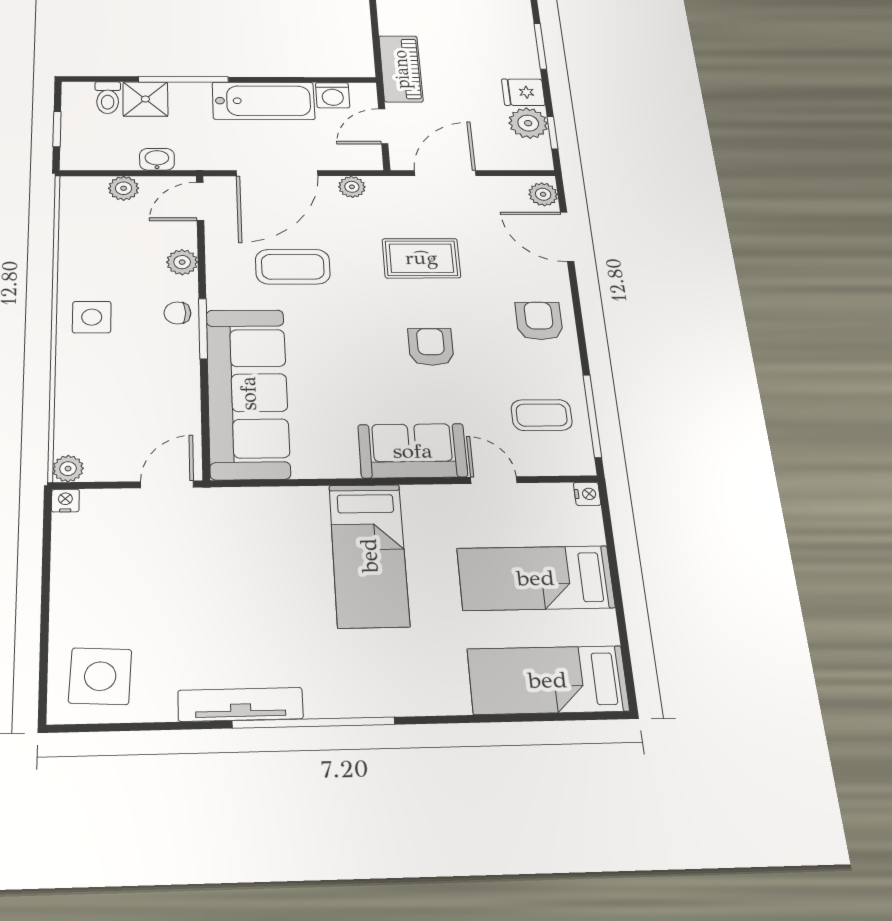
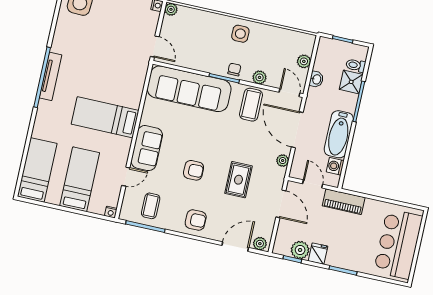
coffee table: (293, 267) -> (251, 105), moved
tv unit: (241, 704) -> (50, 76), moved

